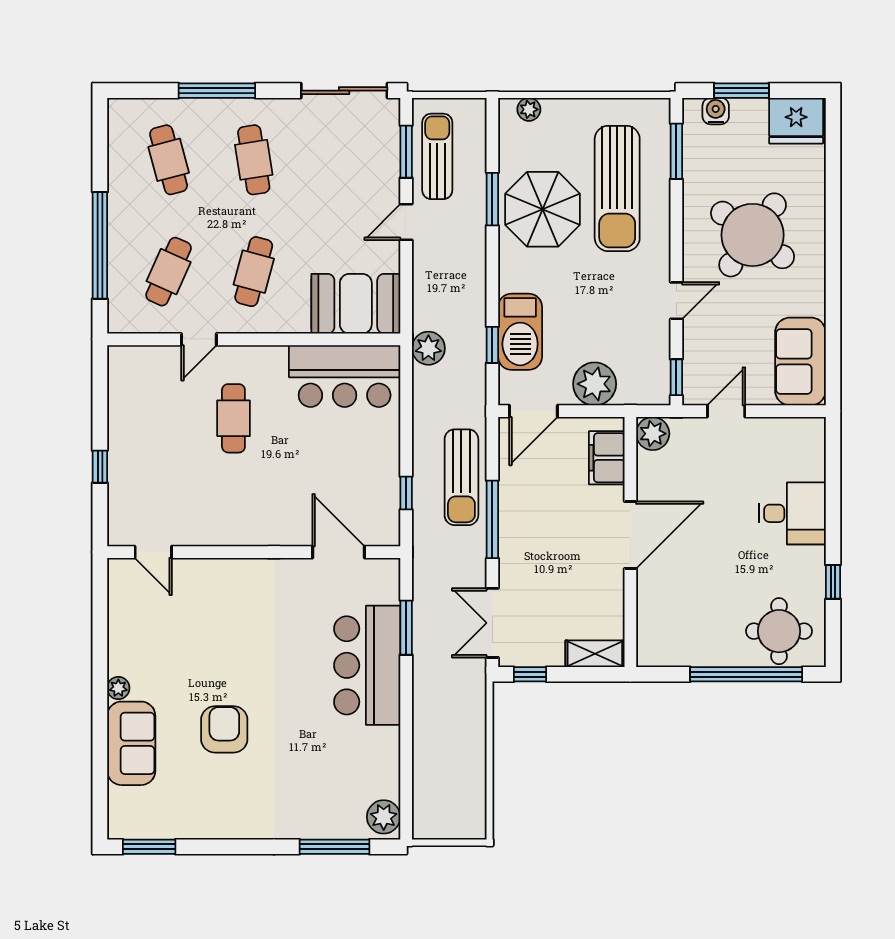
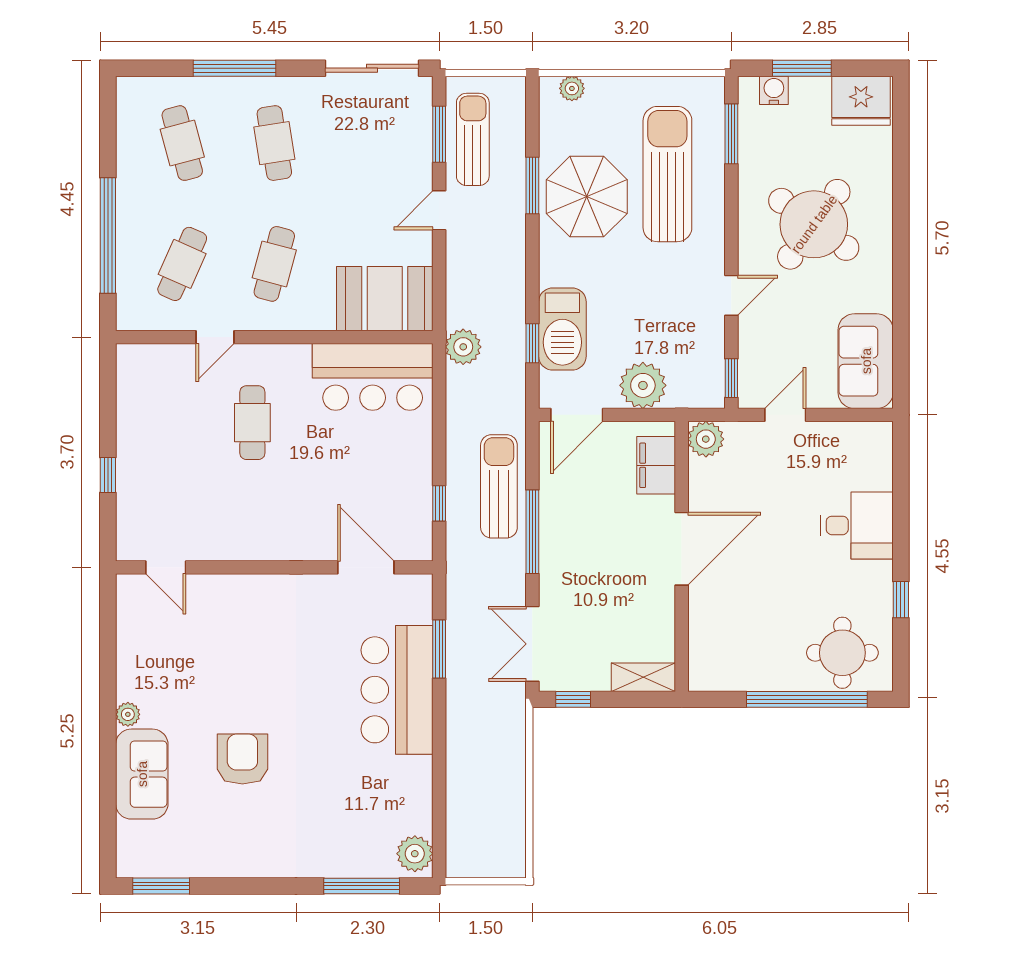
sun lounger: (617, 189) -> (667, 174), turned 180
sun lounger: (461, 477) -> (499, 486), turned 180

